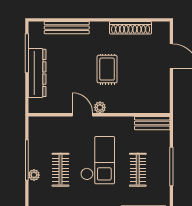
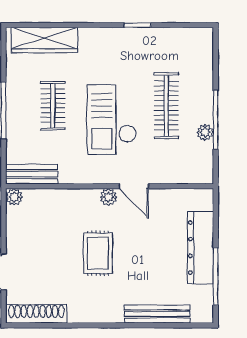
shoe rack: (131, 28) -> (36, 314), moved
plant: (164, 107) -> (14, 197), added
clothes rail: (60, 170) -> (166, 106), width x1.36
plant: (34, 175) -> (205, 132), moved

